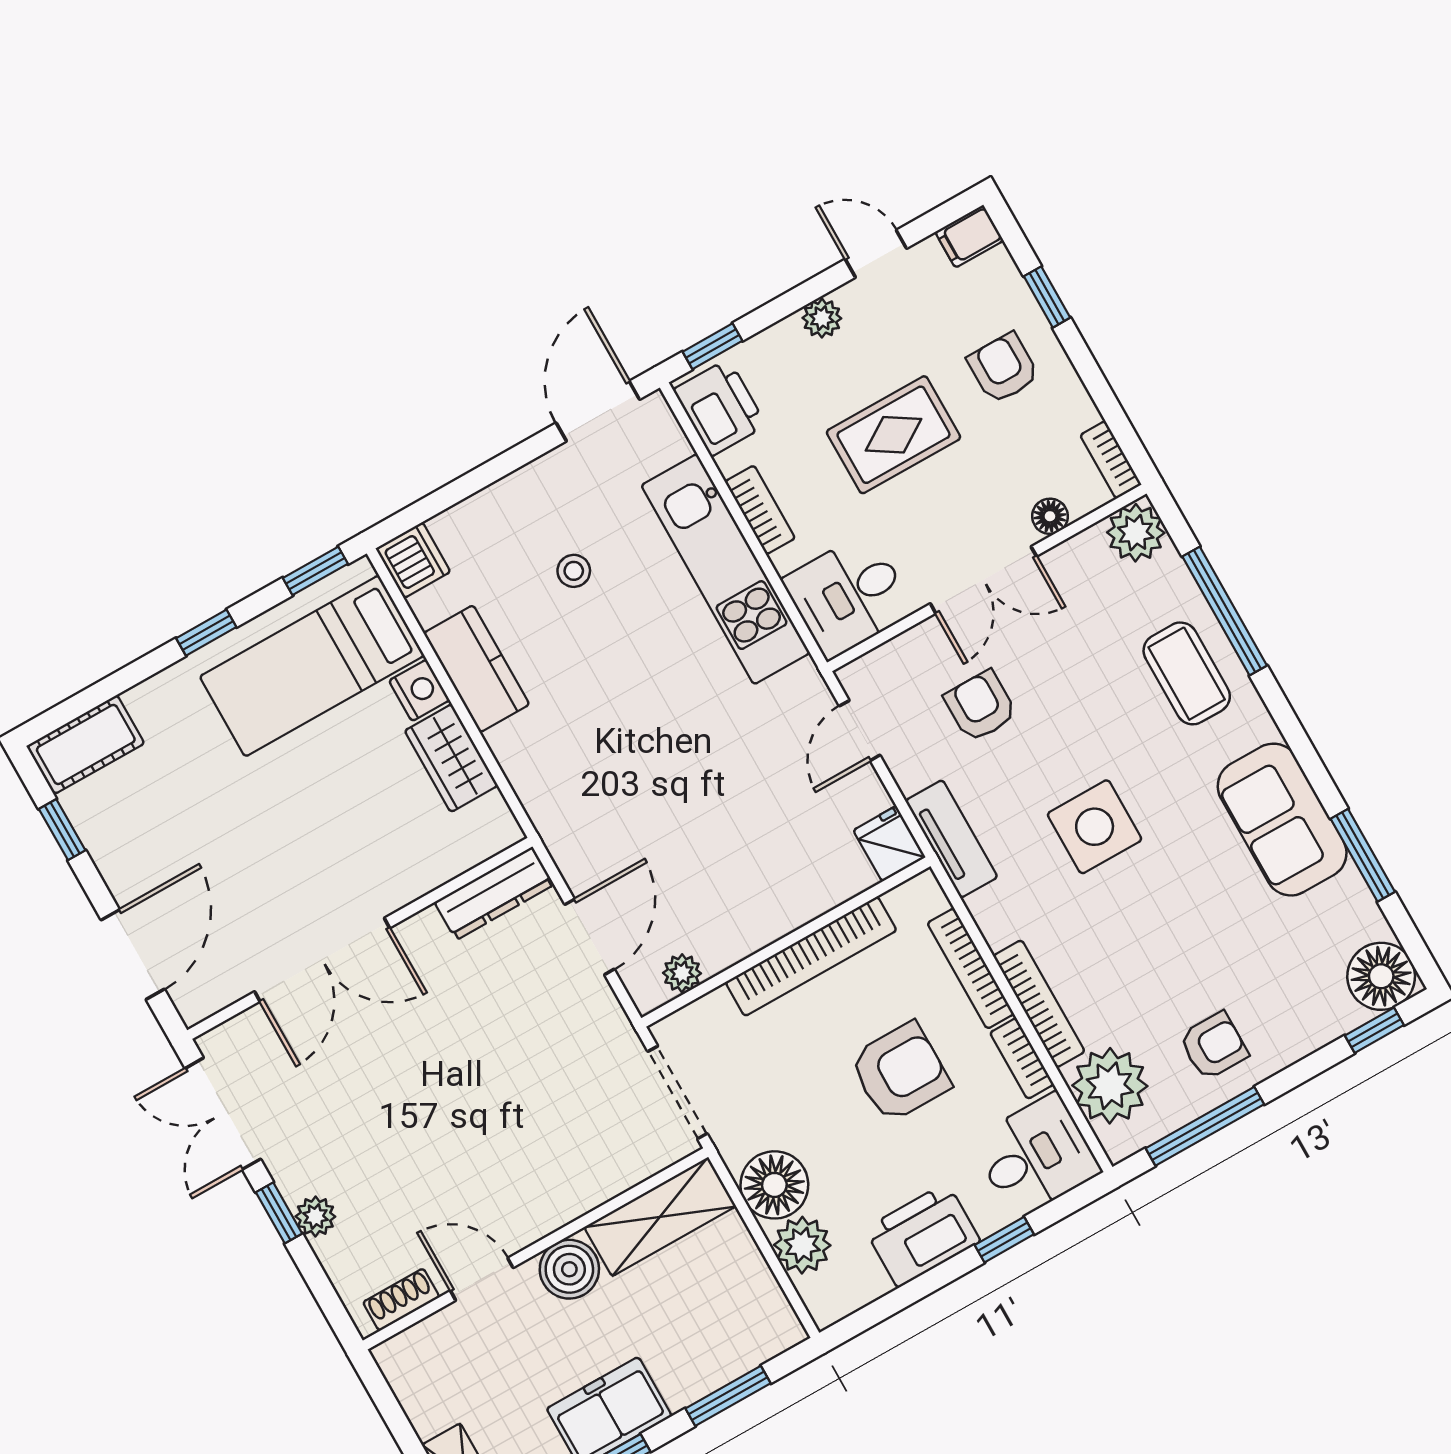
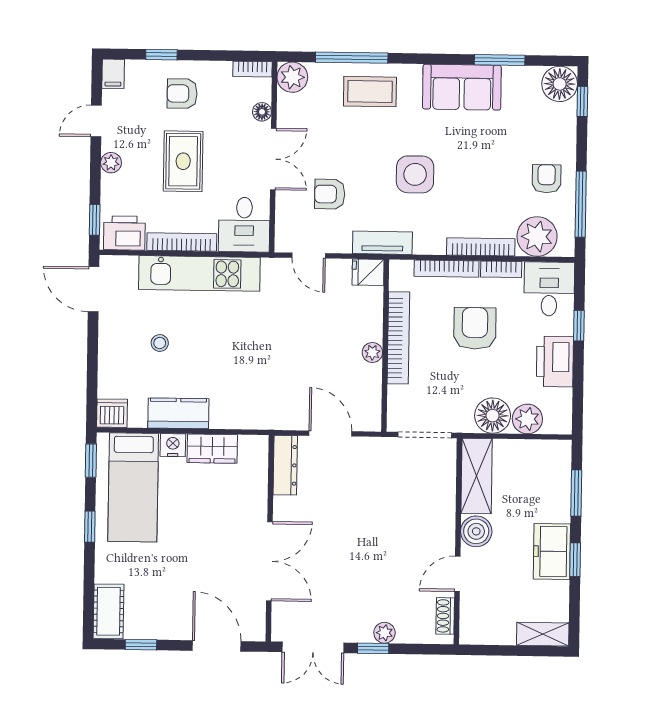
bookcase: (760, 510) -> (182, 242), width x1.56
plant: (682, 973) -> (372, 352), moved

